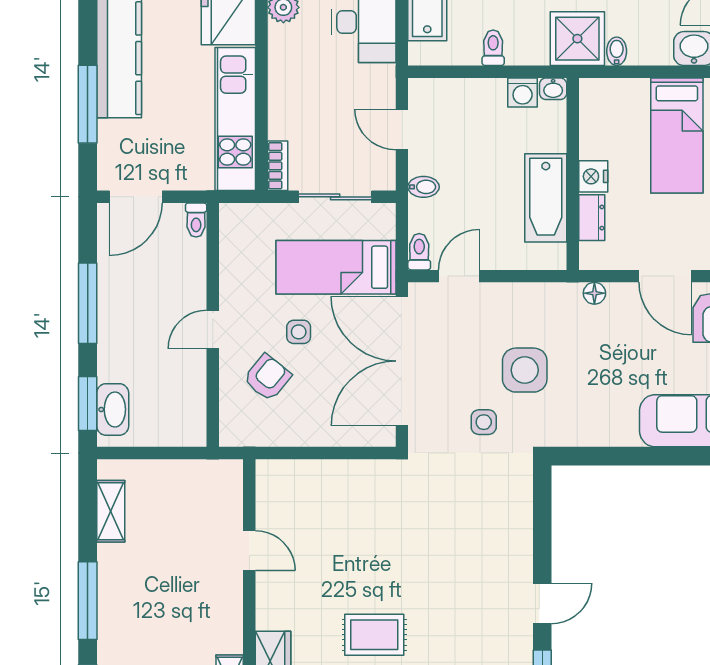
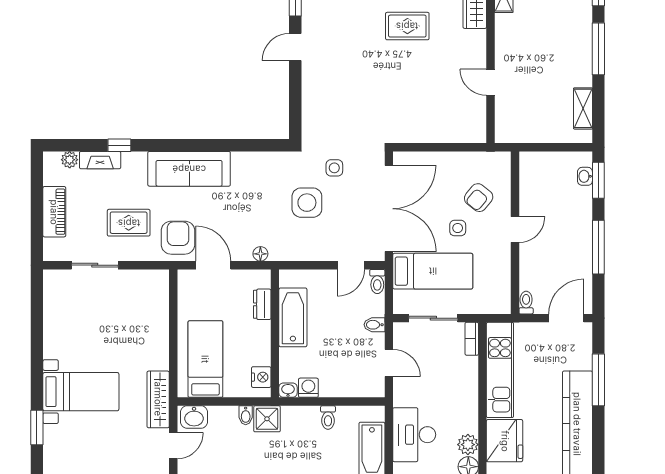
shower: (577, 39) -> (267, 419), width x0.73, depth x0.73
nightstand: (593, 176) -> (261, 377), moved
washbasin: (113, 409) -> (585, 176), width x0.52, depth x0.69

